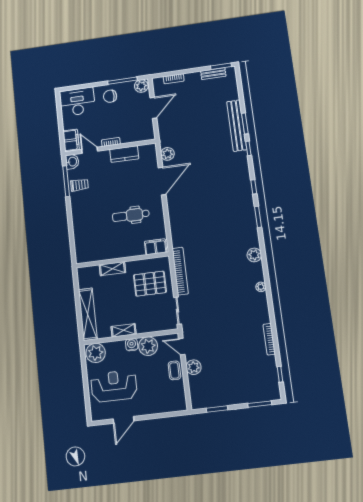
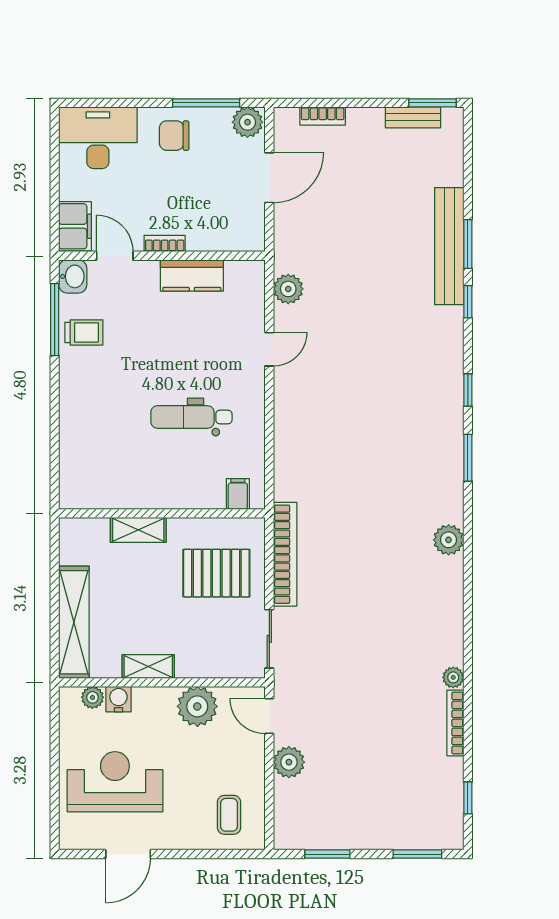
door: (162, 181) -> (269, 349), width x0.53
filing cabinet: (156, 247) -> (238, 494), width x0.50
plant: (261, 287) -> (453, 677), moved
water cooler: (132, 345) -> (118, 699), moved
plant: (96, 353) -> (92, 697), width x0.53, depth x0.53
coffee table: (174, 370) -> (229, 815), moved

